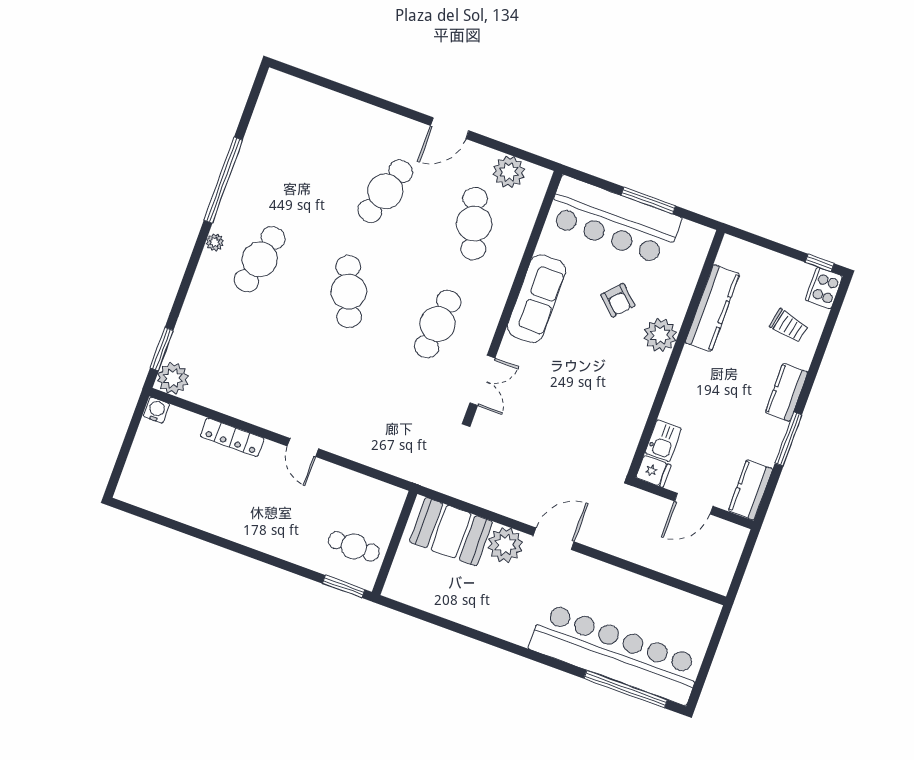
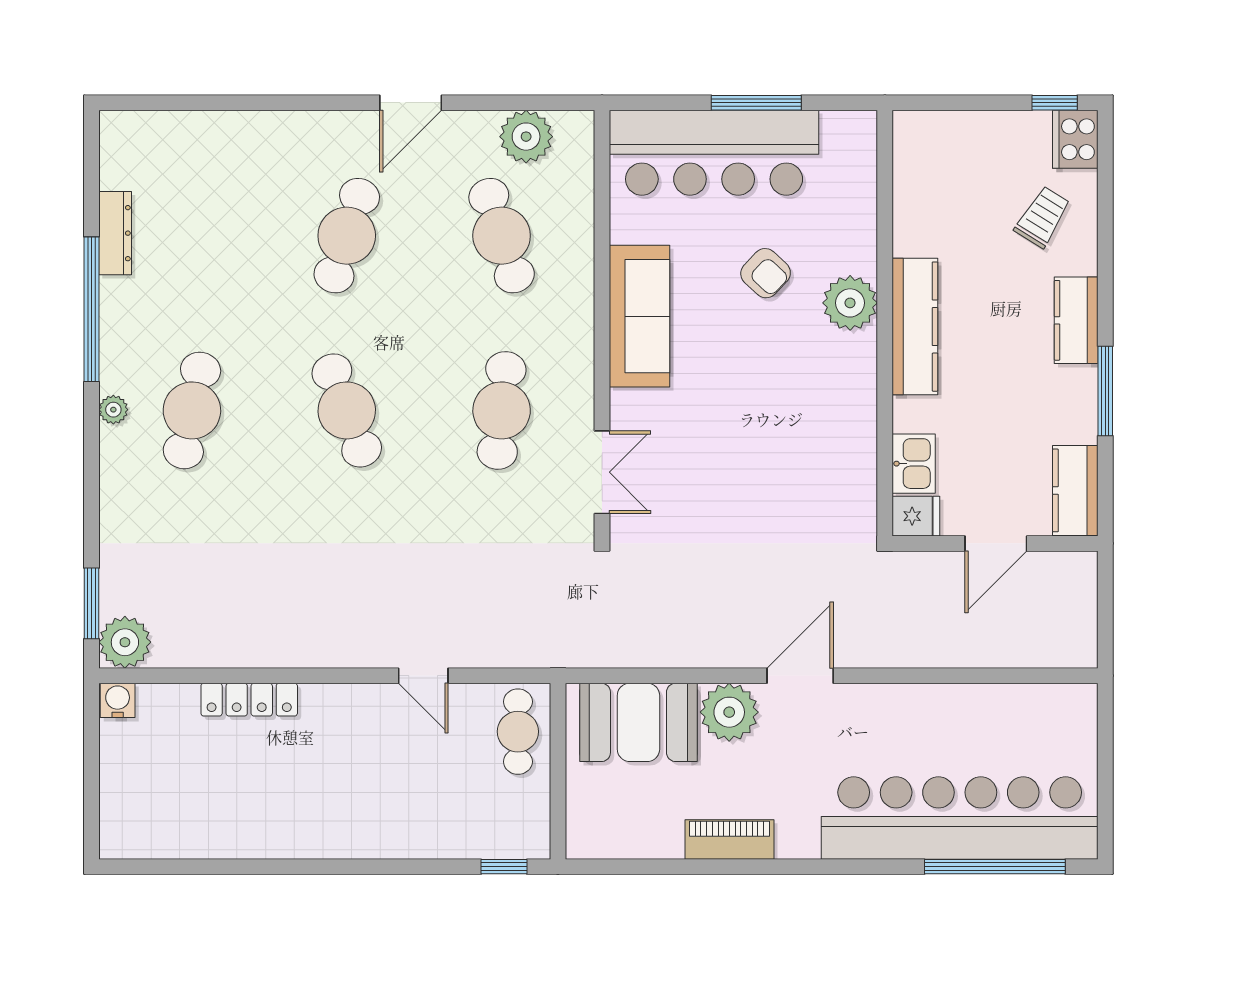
dresser: (253, 141) -> (115, 233), added
kitchen counter: (712, 308) -> (915, 327), moved
trolley: (789, 326) -> (1042, 217), turned -70
door: (303, 447) -> (423, 676), moved
cafe table: (354, 546) -> (518, 732), moved, turned 90
window: (344, 587) -> (504, 867), width x0.67
piano: (479, 618) -> (729, 839), added

